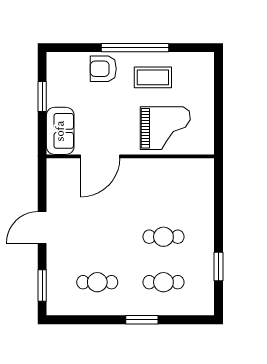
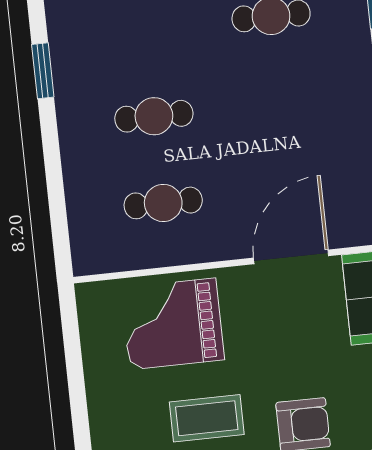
cafe table: (163, 282) -> (163, 203), moved

